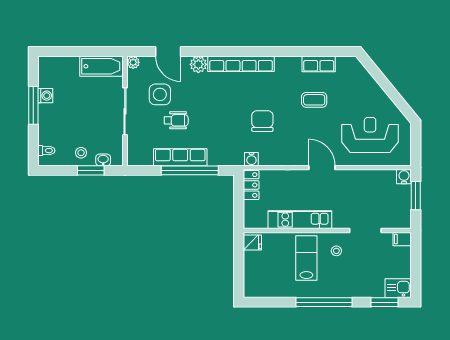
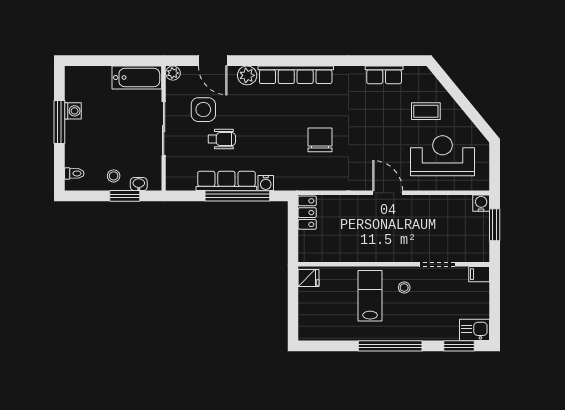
coffee table: (314, 100) -> (426, 111), moved
water cooler: (251, 159) -> (266, 183), moved
kitchen unit: (300, 220) -> (363, 252), removed

